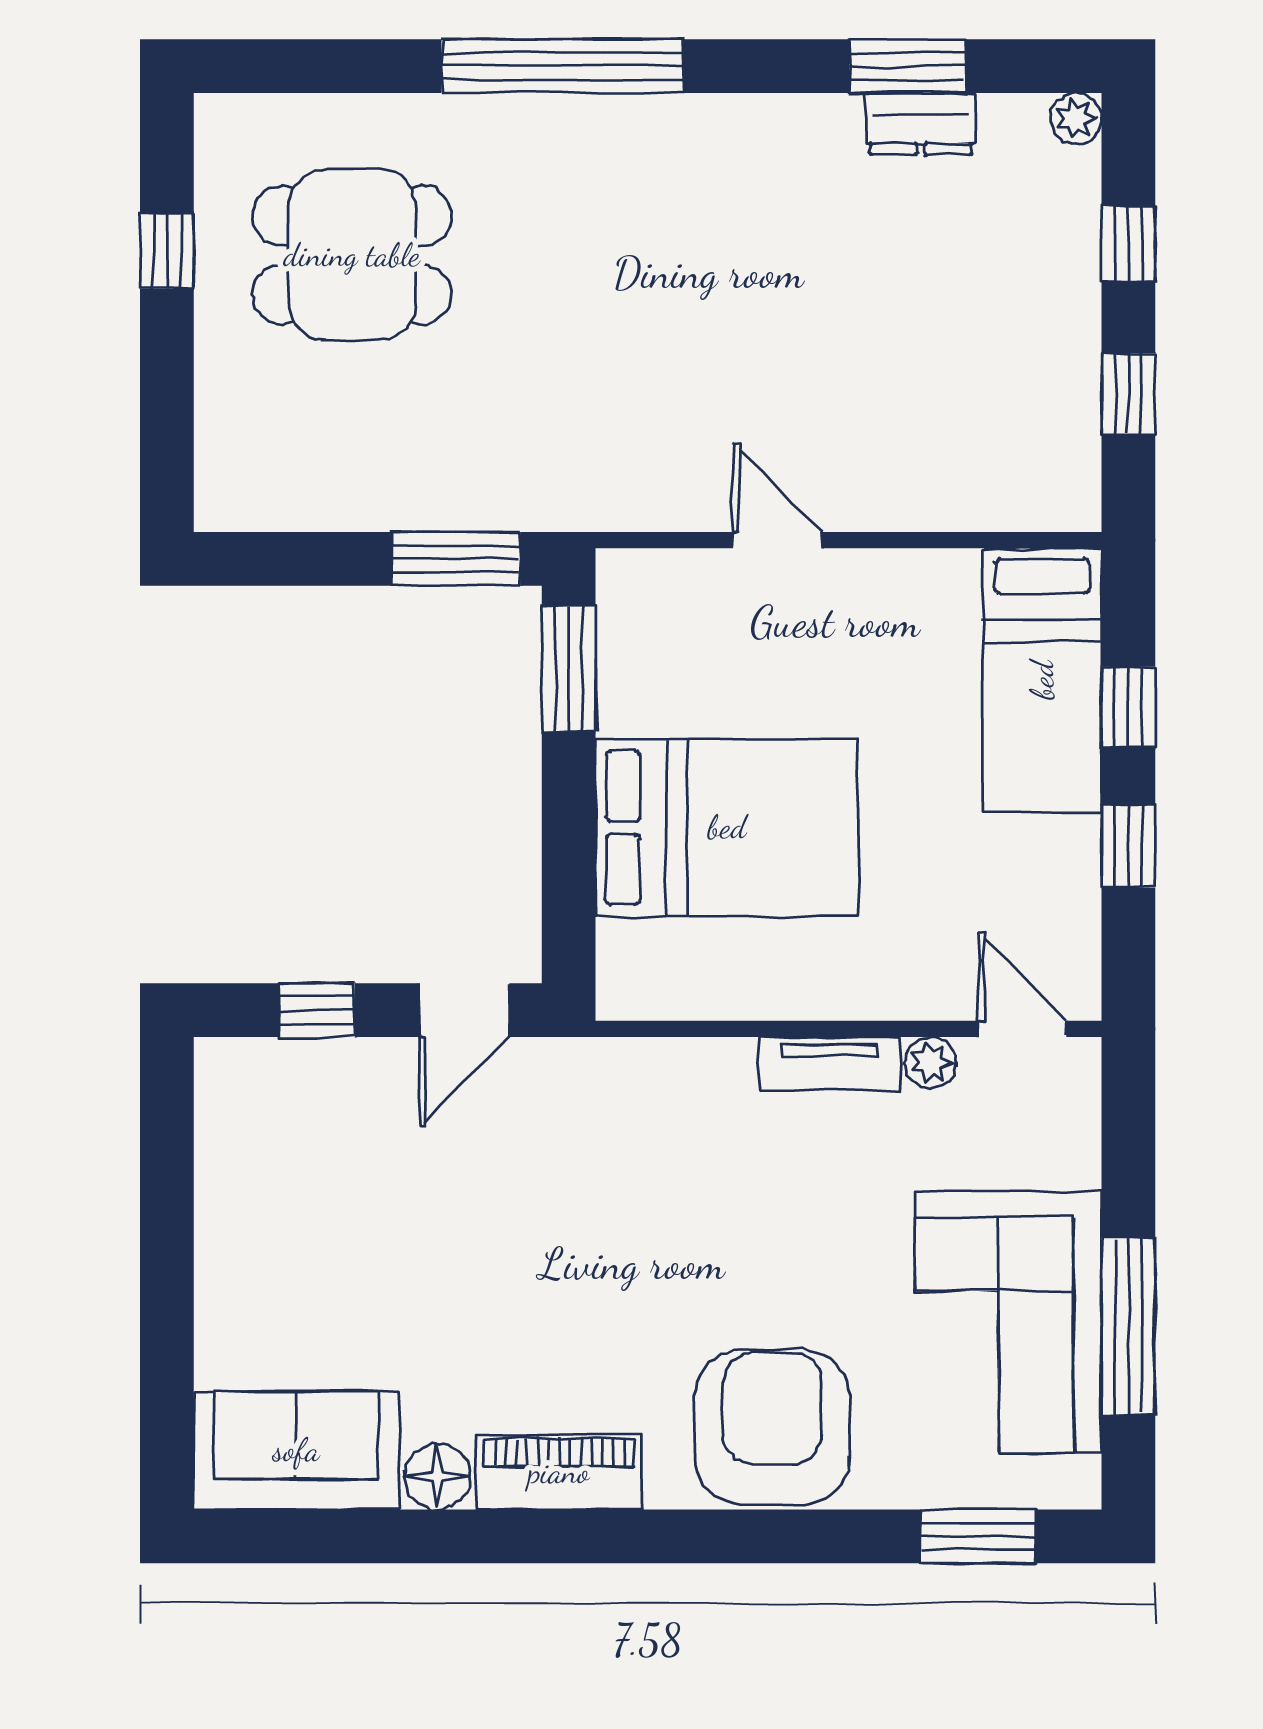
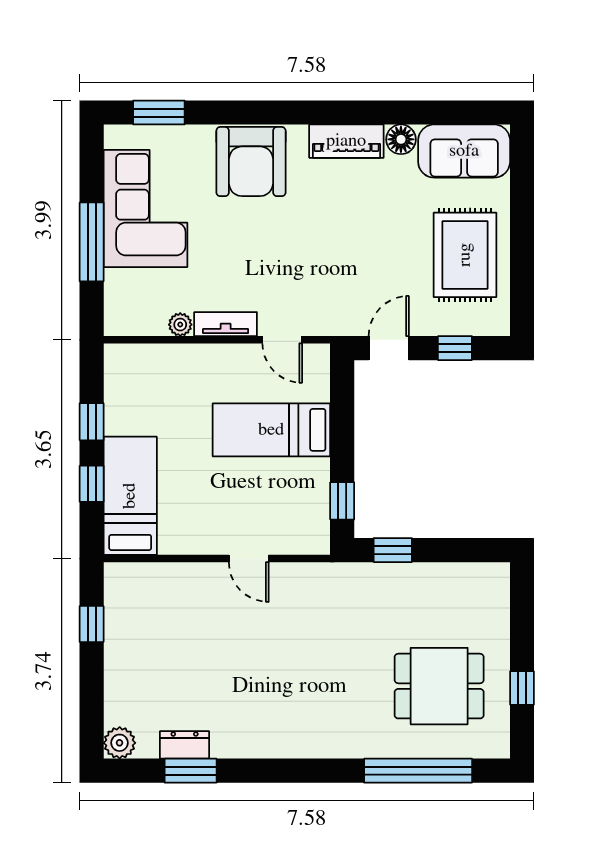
window: (562, 66) -> (418, 771), moved
plant: (1076, 119) -> (120, 743), width x1.38, depth x1.38
window: (1128, 244) -> (92, 691), removed
window: (456, 559) -> (393, 550), width x0.67
window: (569, 669) -> (342, 501), width x0.67
bed: (727, 827) -> (271, 430), width x0.67
door: (1022, 1029) -> (282, 340), moved
rug: (294, 1218) -> (465, 255), added
window: (1128, 1326) -> (92, 242), moved

